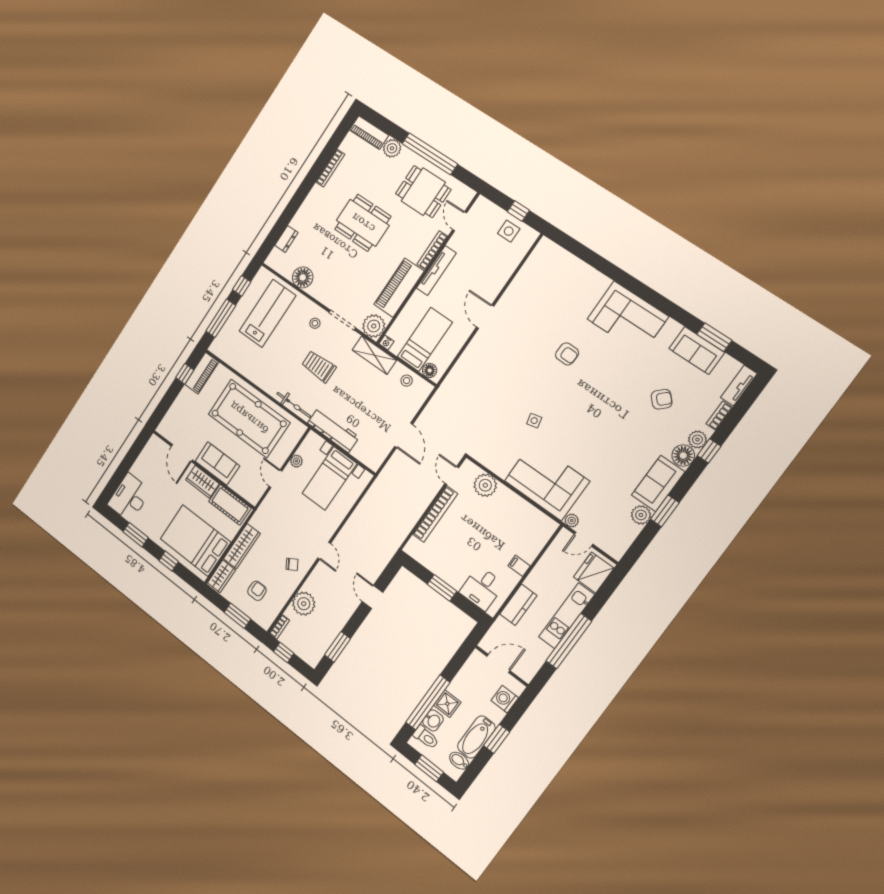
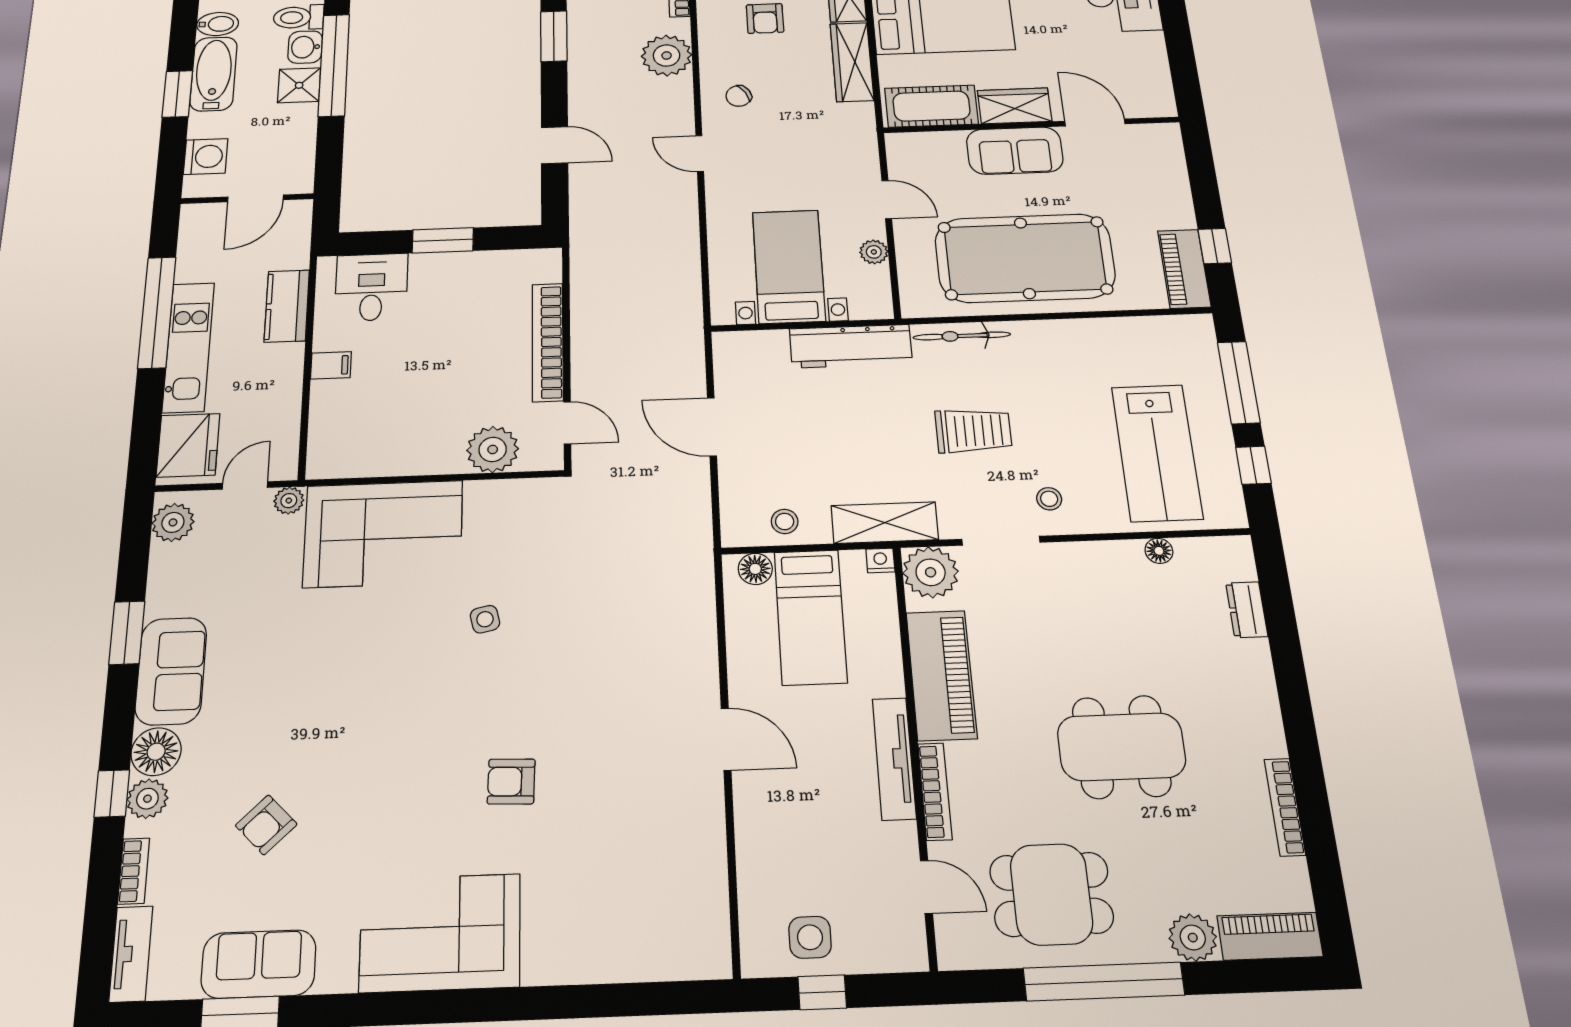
floor lamp: (303, 277) -> (1159, 551), width x0.53, depth x0.53
plant: (641, 515) -> (173, 522), moved

